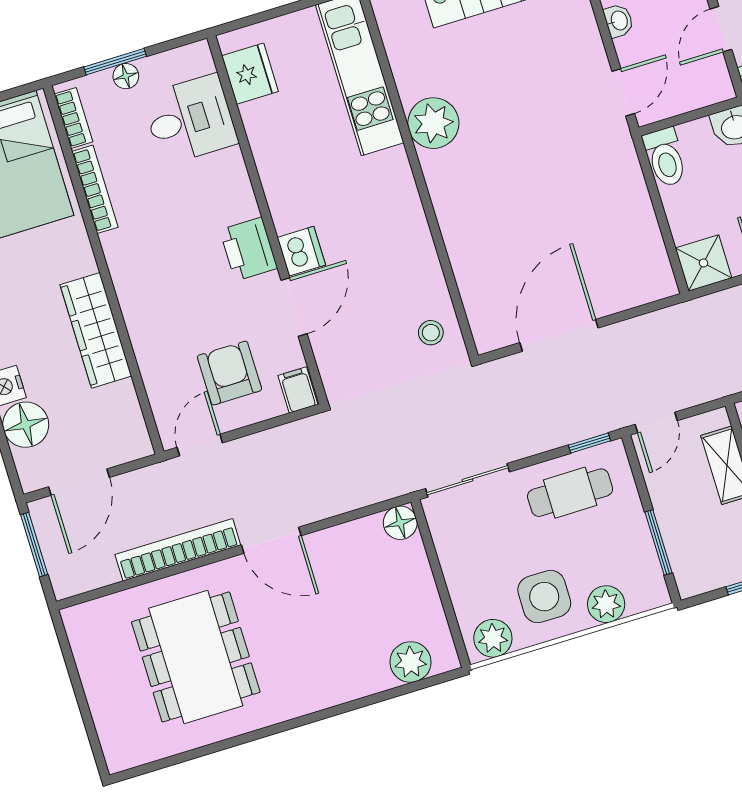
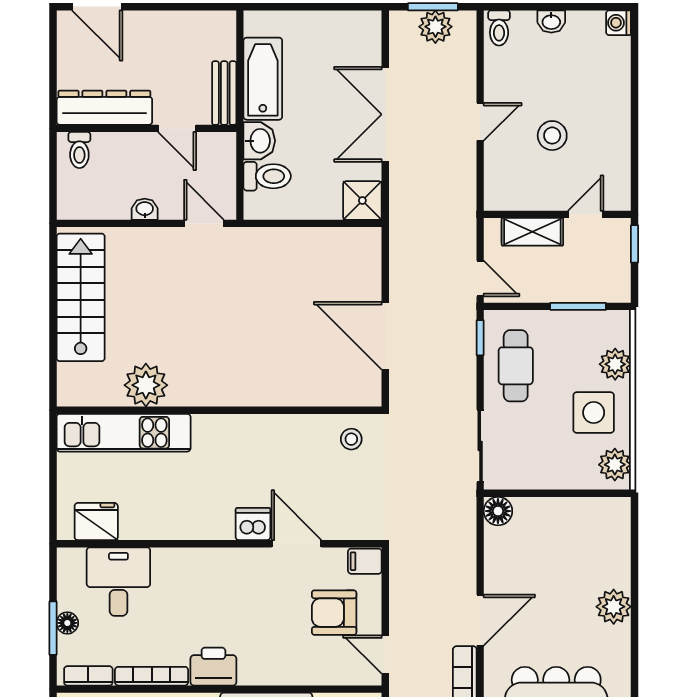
plant: (433, 123) -> (146, 385), moved
toilet: (665, 157) -> (267, 176), moved
printer: (249, 249) -> (213, 667), moved, turned 180
plant: (411, 662) -> (614, 607), moved

